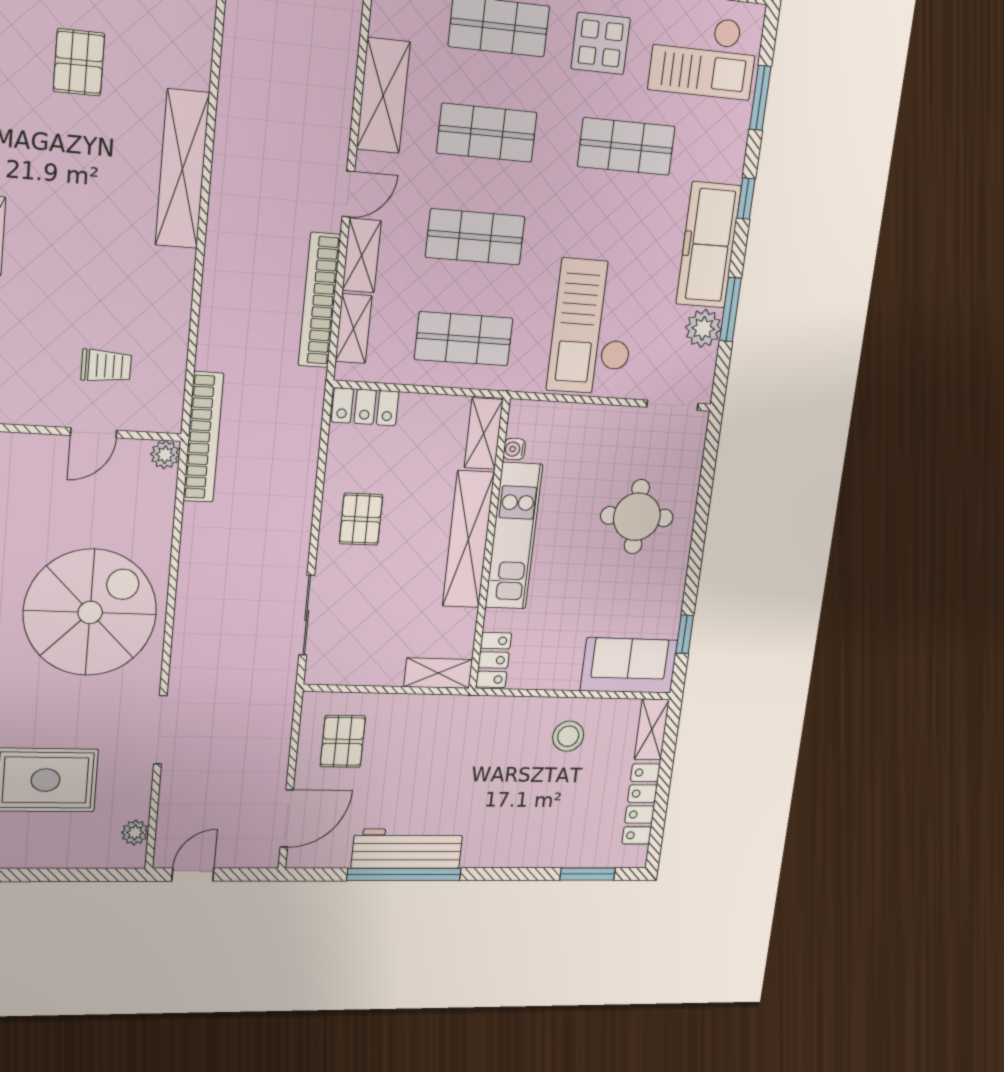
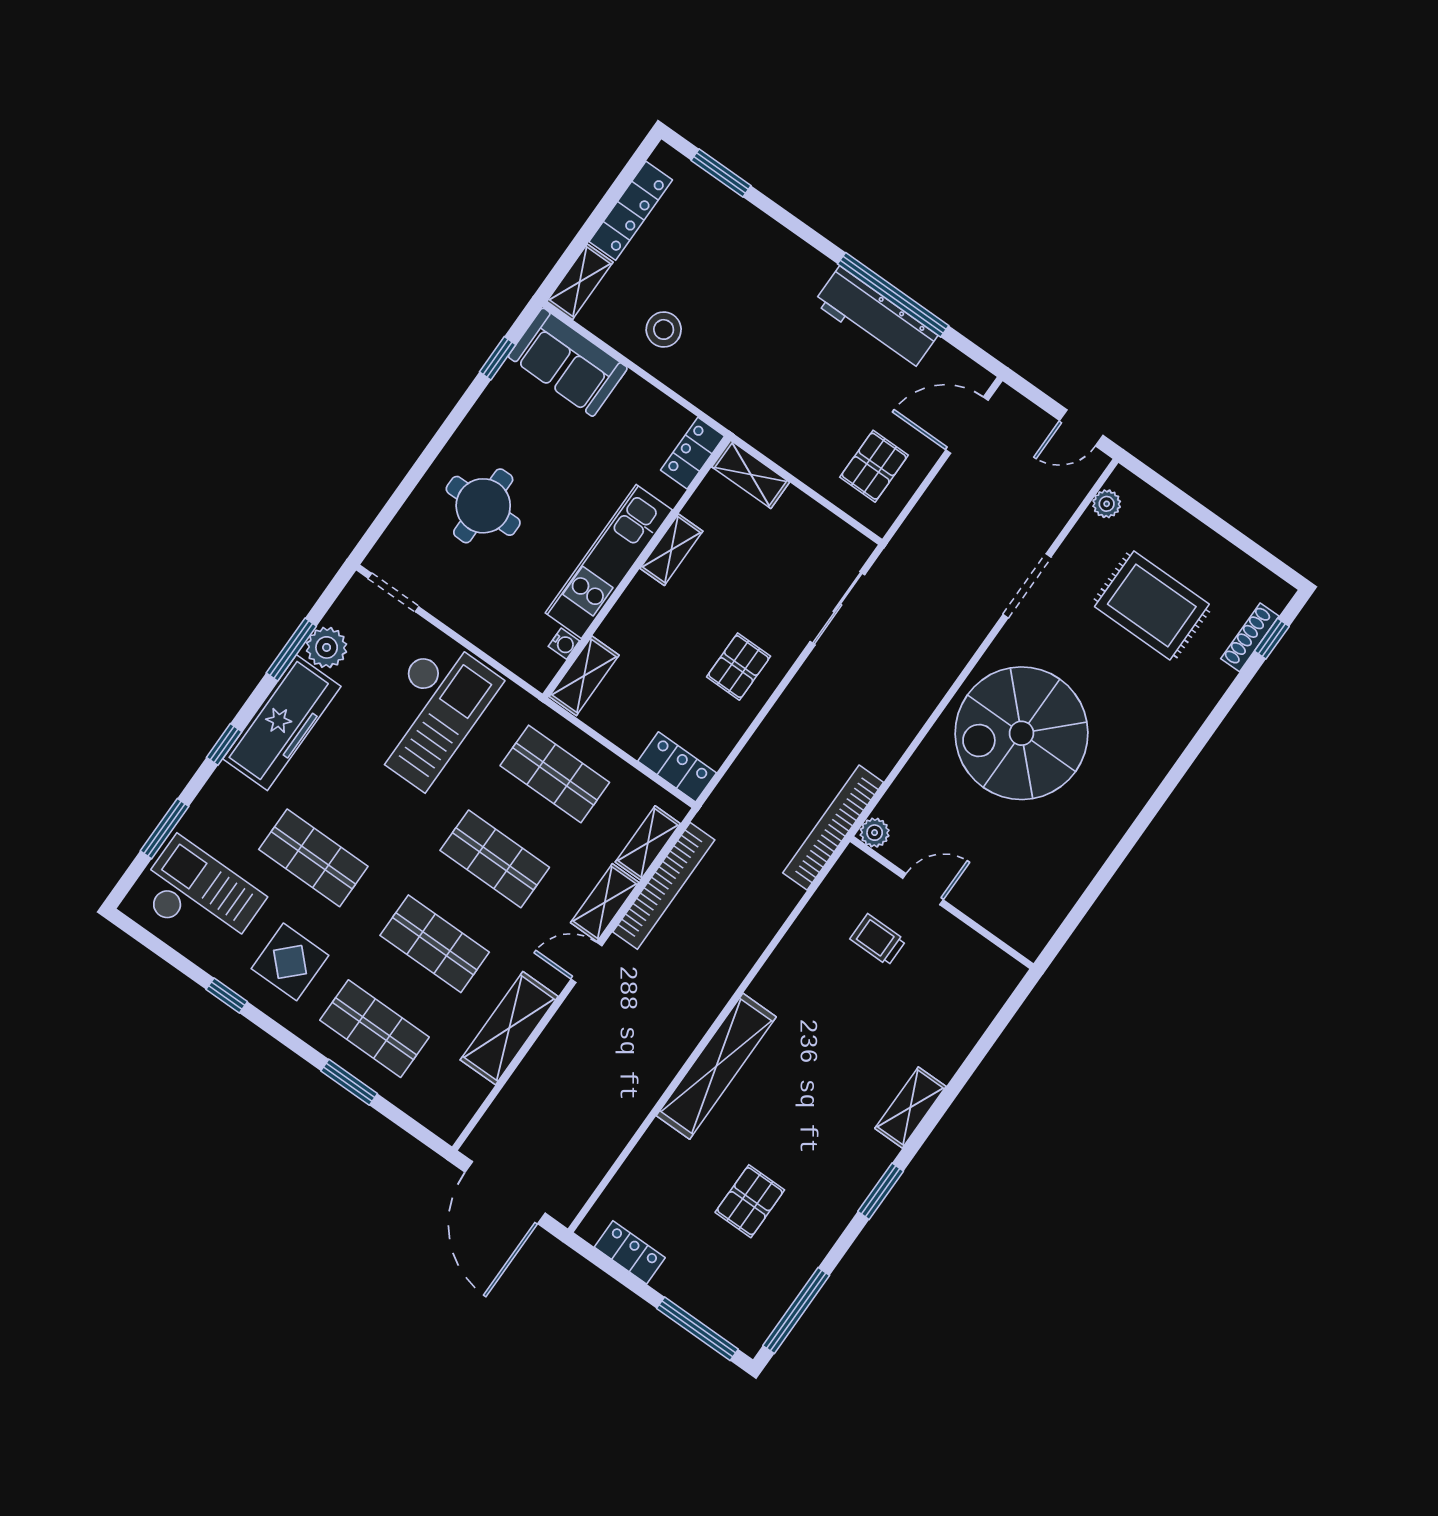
shelving: (468, 539) -> (671, 550), width x0.45, depth x0.75

